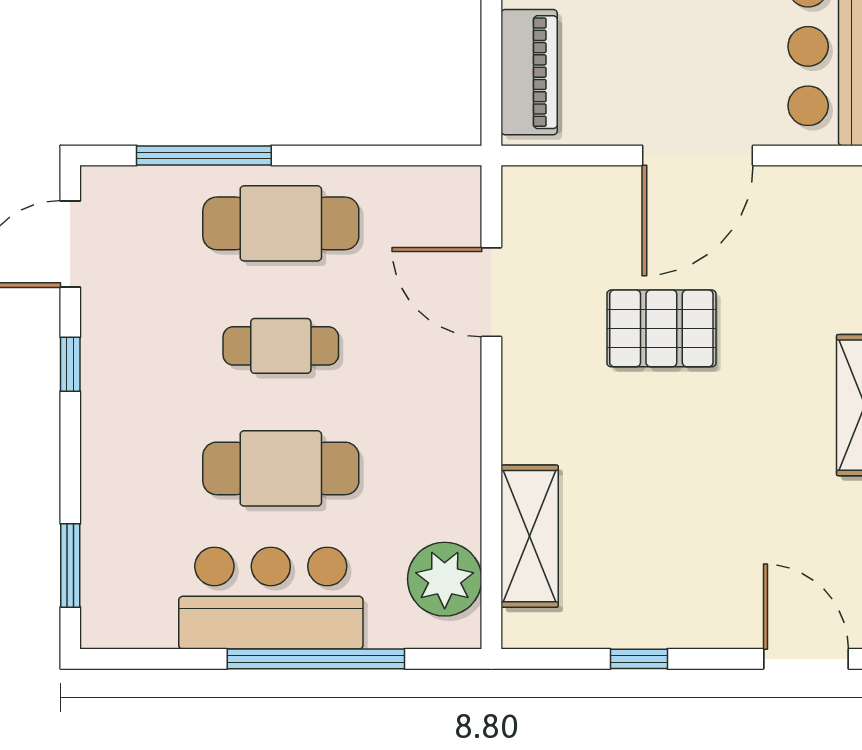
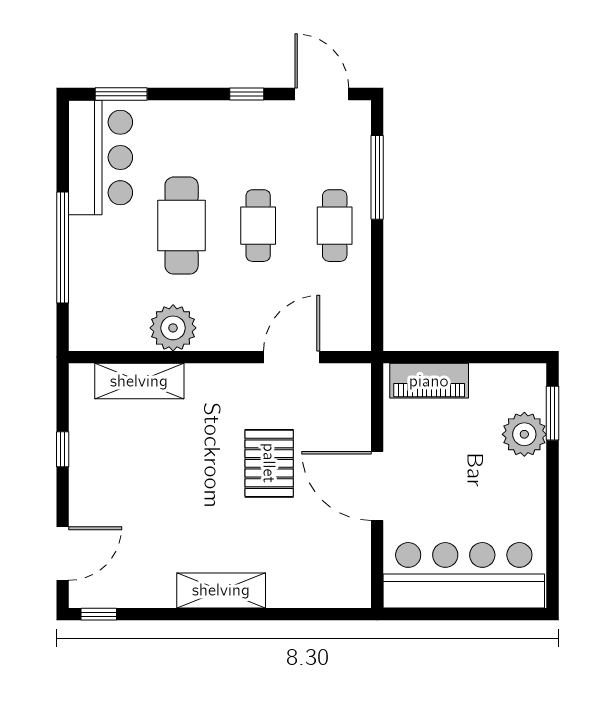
cafe table: (281, 223) -> (335, 226), width x0.73, depth x0.74
plant: (445, 579) -> (173, 328), moved
bar counter: (271, 598) -> (101, 157), moved

